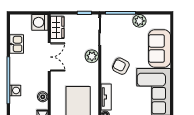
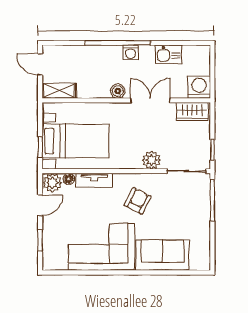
plant: (139, 21) -> (201, 227), removed
double door: (49, 57) -> (150, 100), swing flipped
washing machine: (15, 90) -> (130, 52), moved
boiler: (43, 97) -> (118, 91), moved

